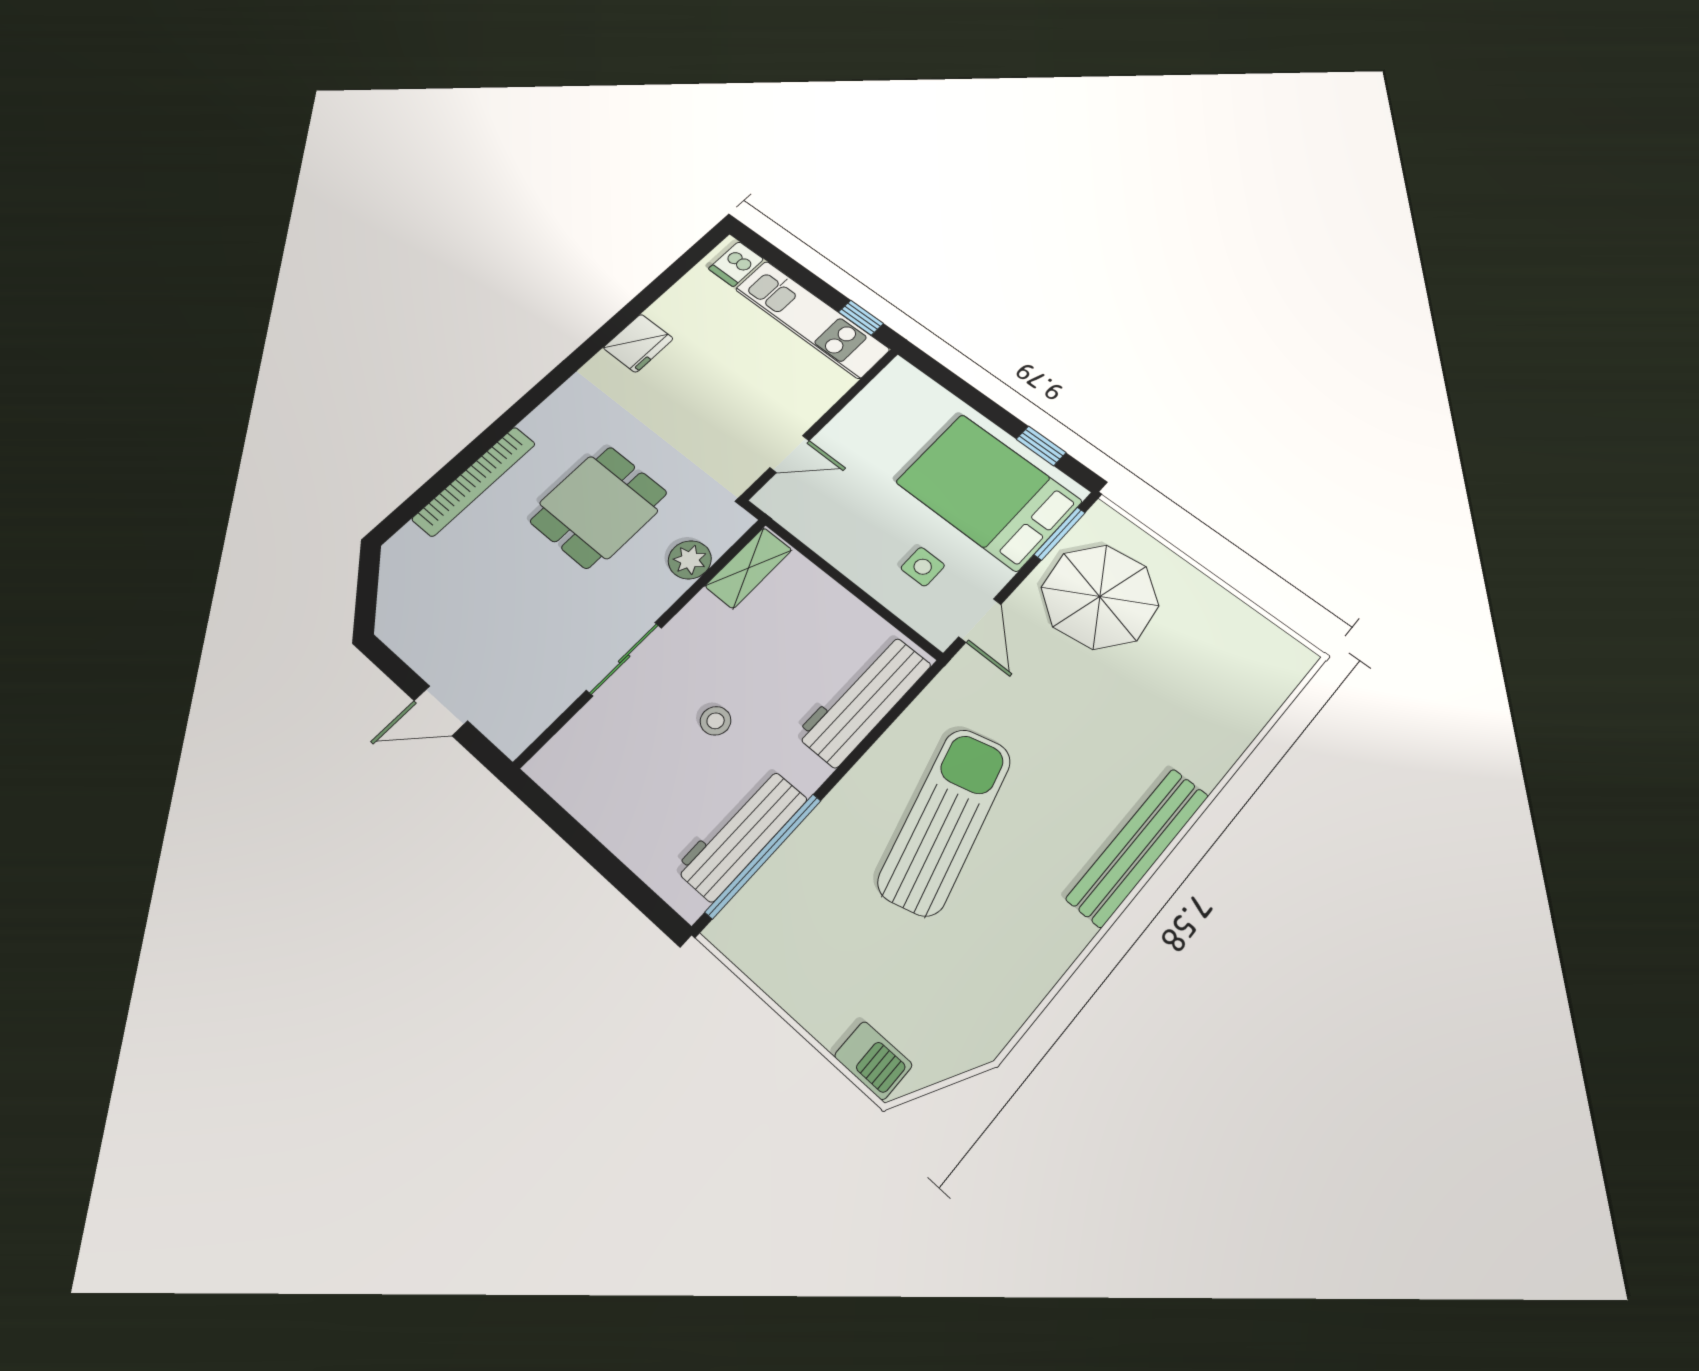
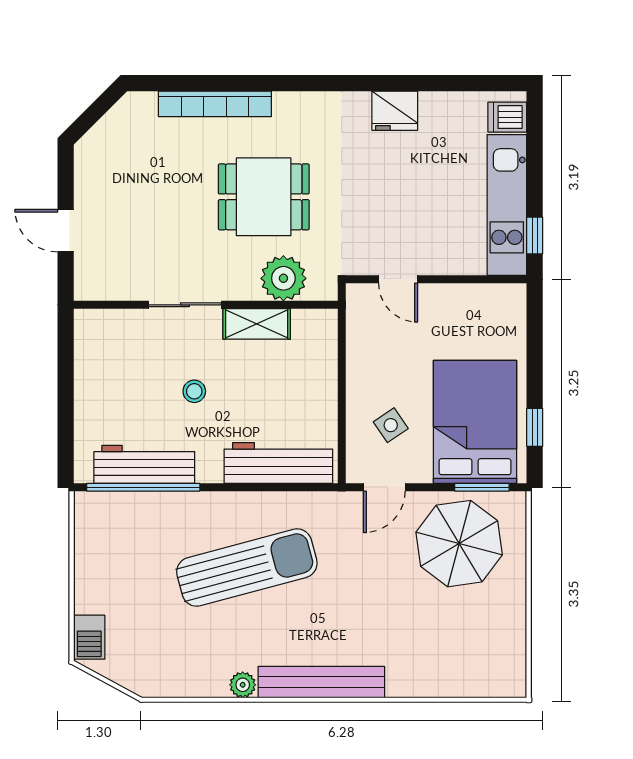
plant: (690, 560) -> (283, 278), width x1.36, depth x1.36
side table: (923, 567) -> (391, 425), turned -34
shelving: (749, 568) -> (257, 324), moved
plant: (1072, 934) -> (243, 685), added

